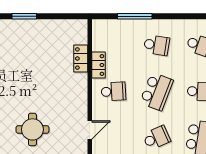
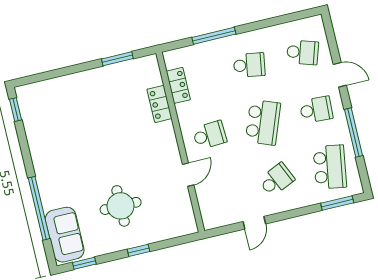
window: (24, 16) -> (117, 59), moved
locker: (99, 65) -> (178, 85), moved
door: (90, 130) -> (188, 175), moved

